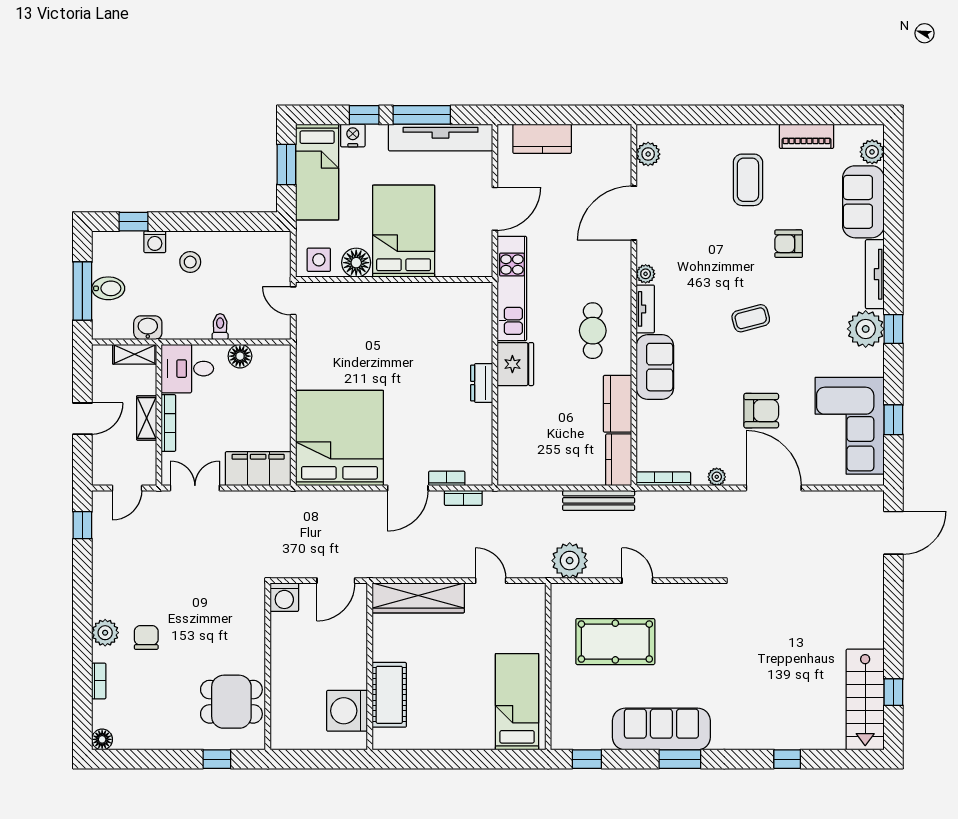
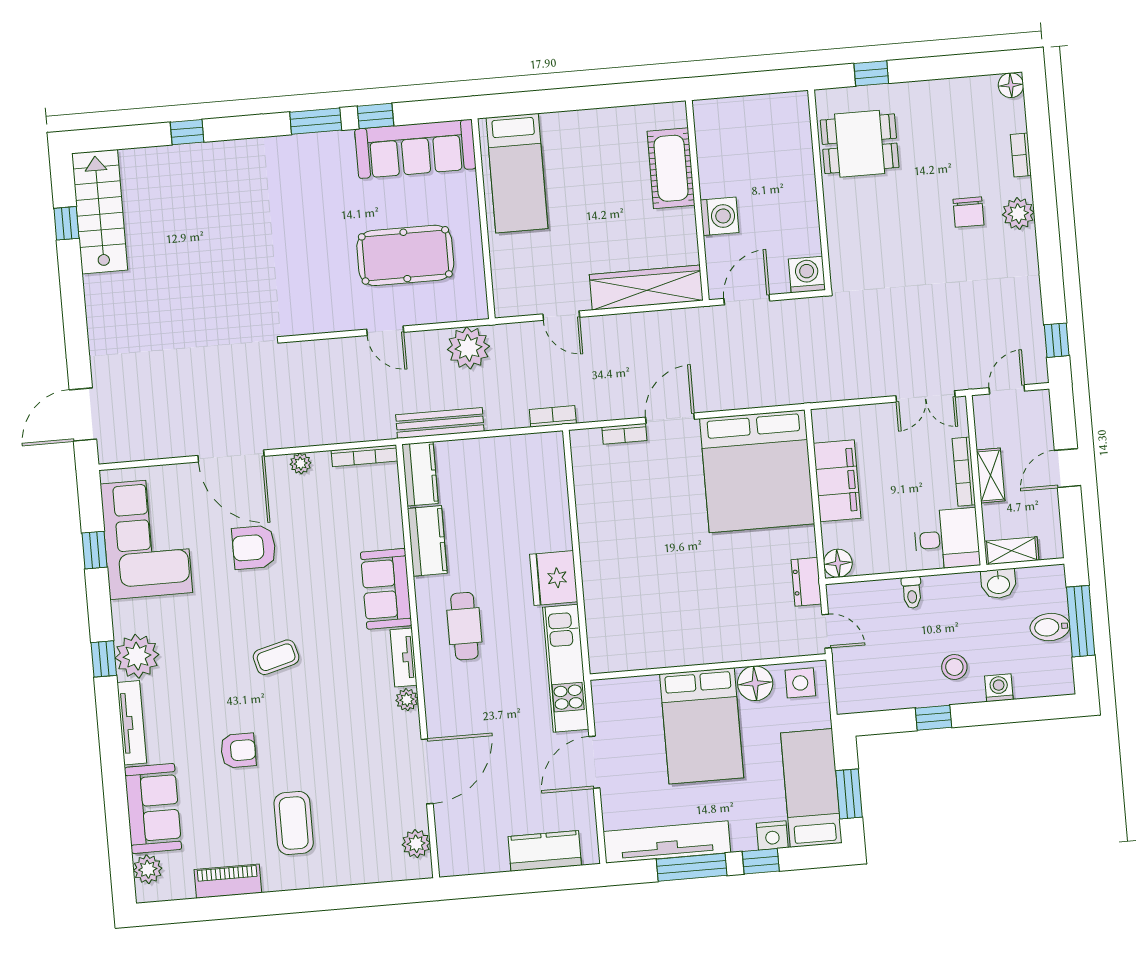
window: (134, 222) -> (933, 718), moved
floor lamp: (240, 356) -> (838, 563), moved
dresser: (482, 383) -> (806, 582), moved, turned 180
filing cabinet: (258, 469) -> (837, 481), moved, turned -90
bookcase: (463, 498) -> (553, 416), moved
washing machine: (347, 711) -> (719, 216), moved, width x0.73, depth x0.73
sofa: (661, 729) -> (415, 149), moved
window: (587, 759) -> (376, 116), moved

